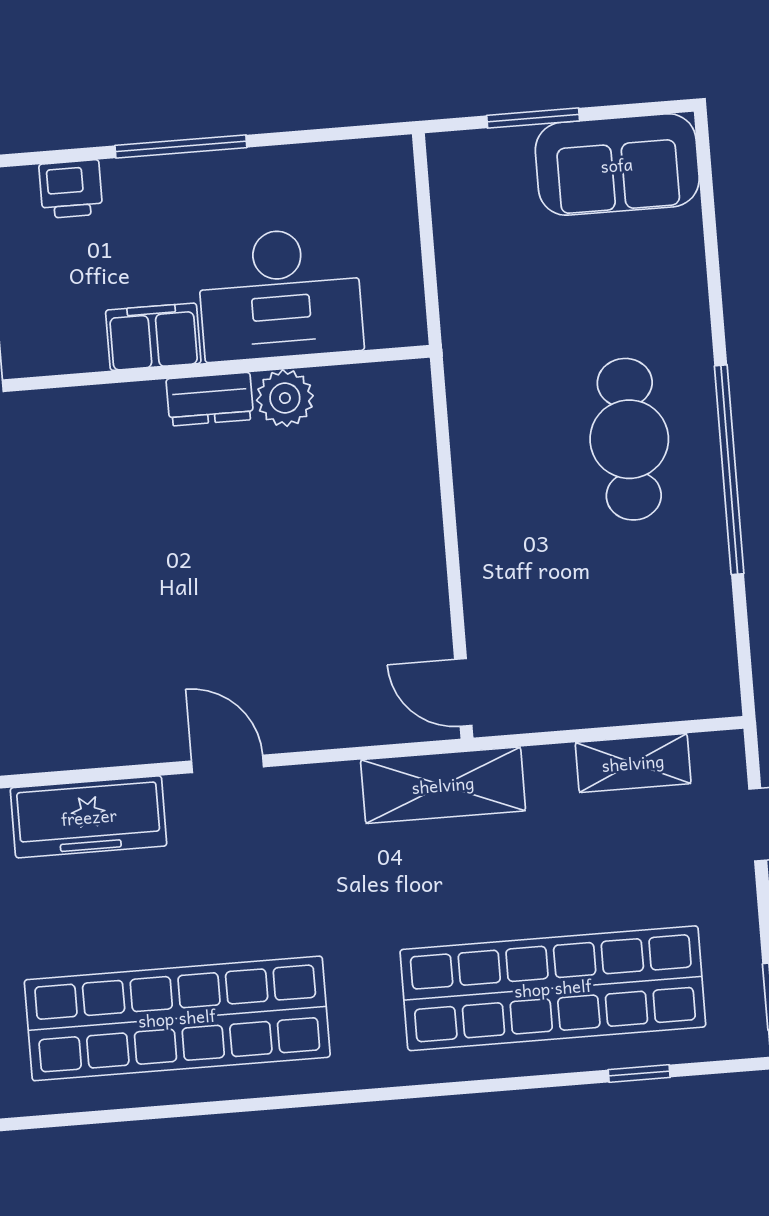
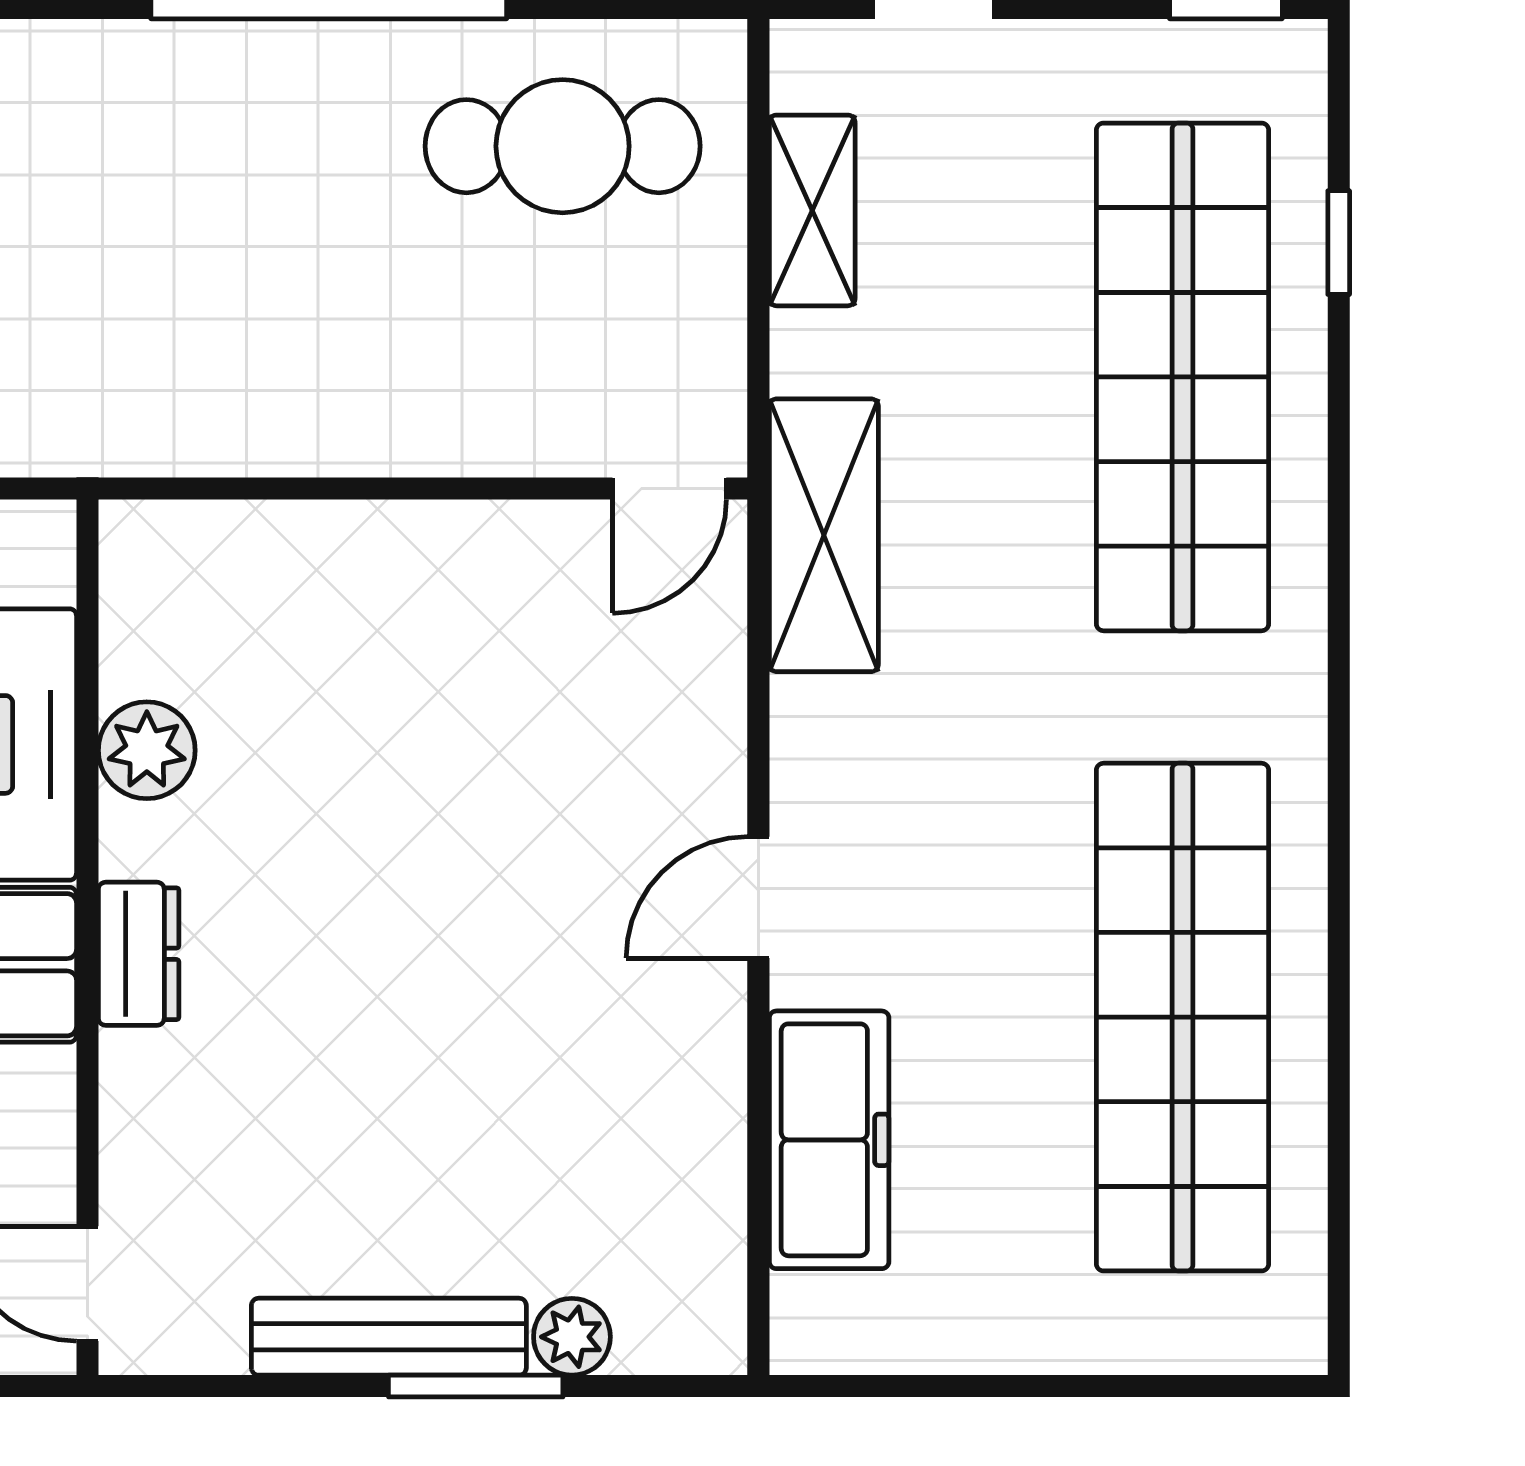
dresser: (210, 399) -> (139, 954), moved
cafe table: (629, 439) -> (563, 146), moved

